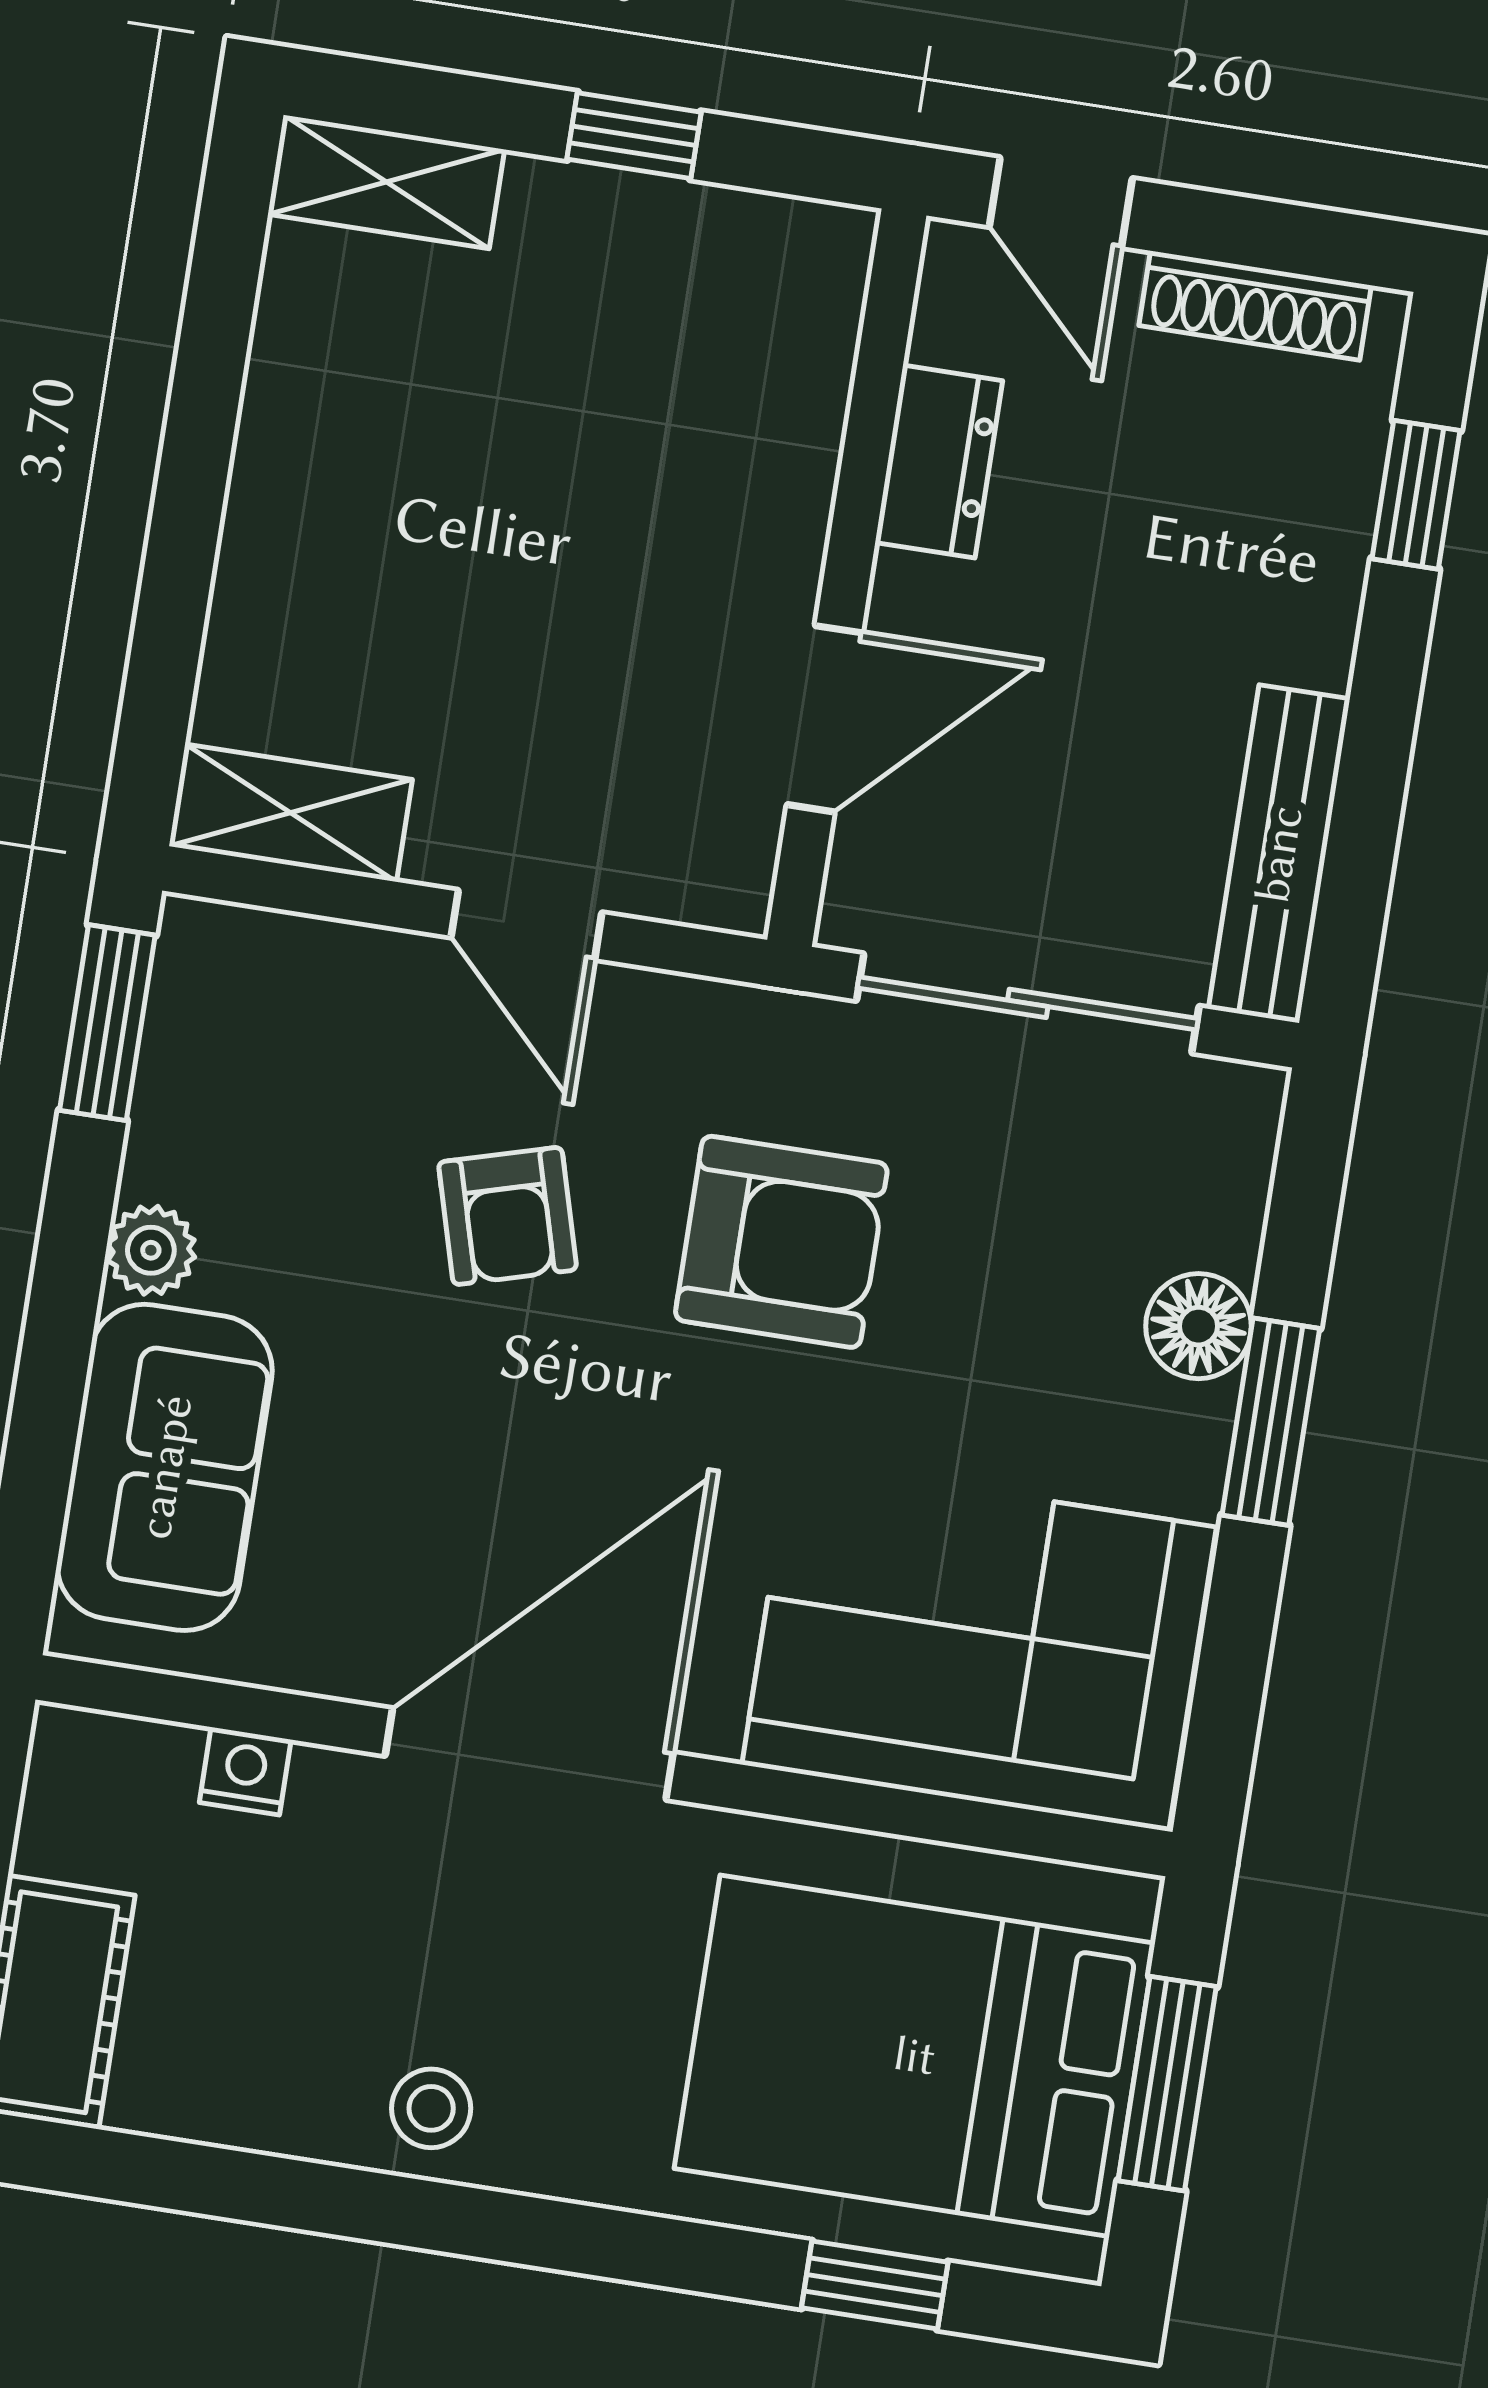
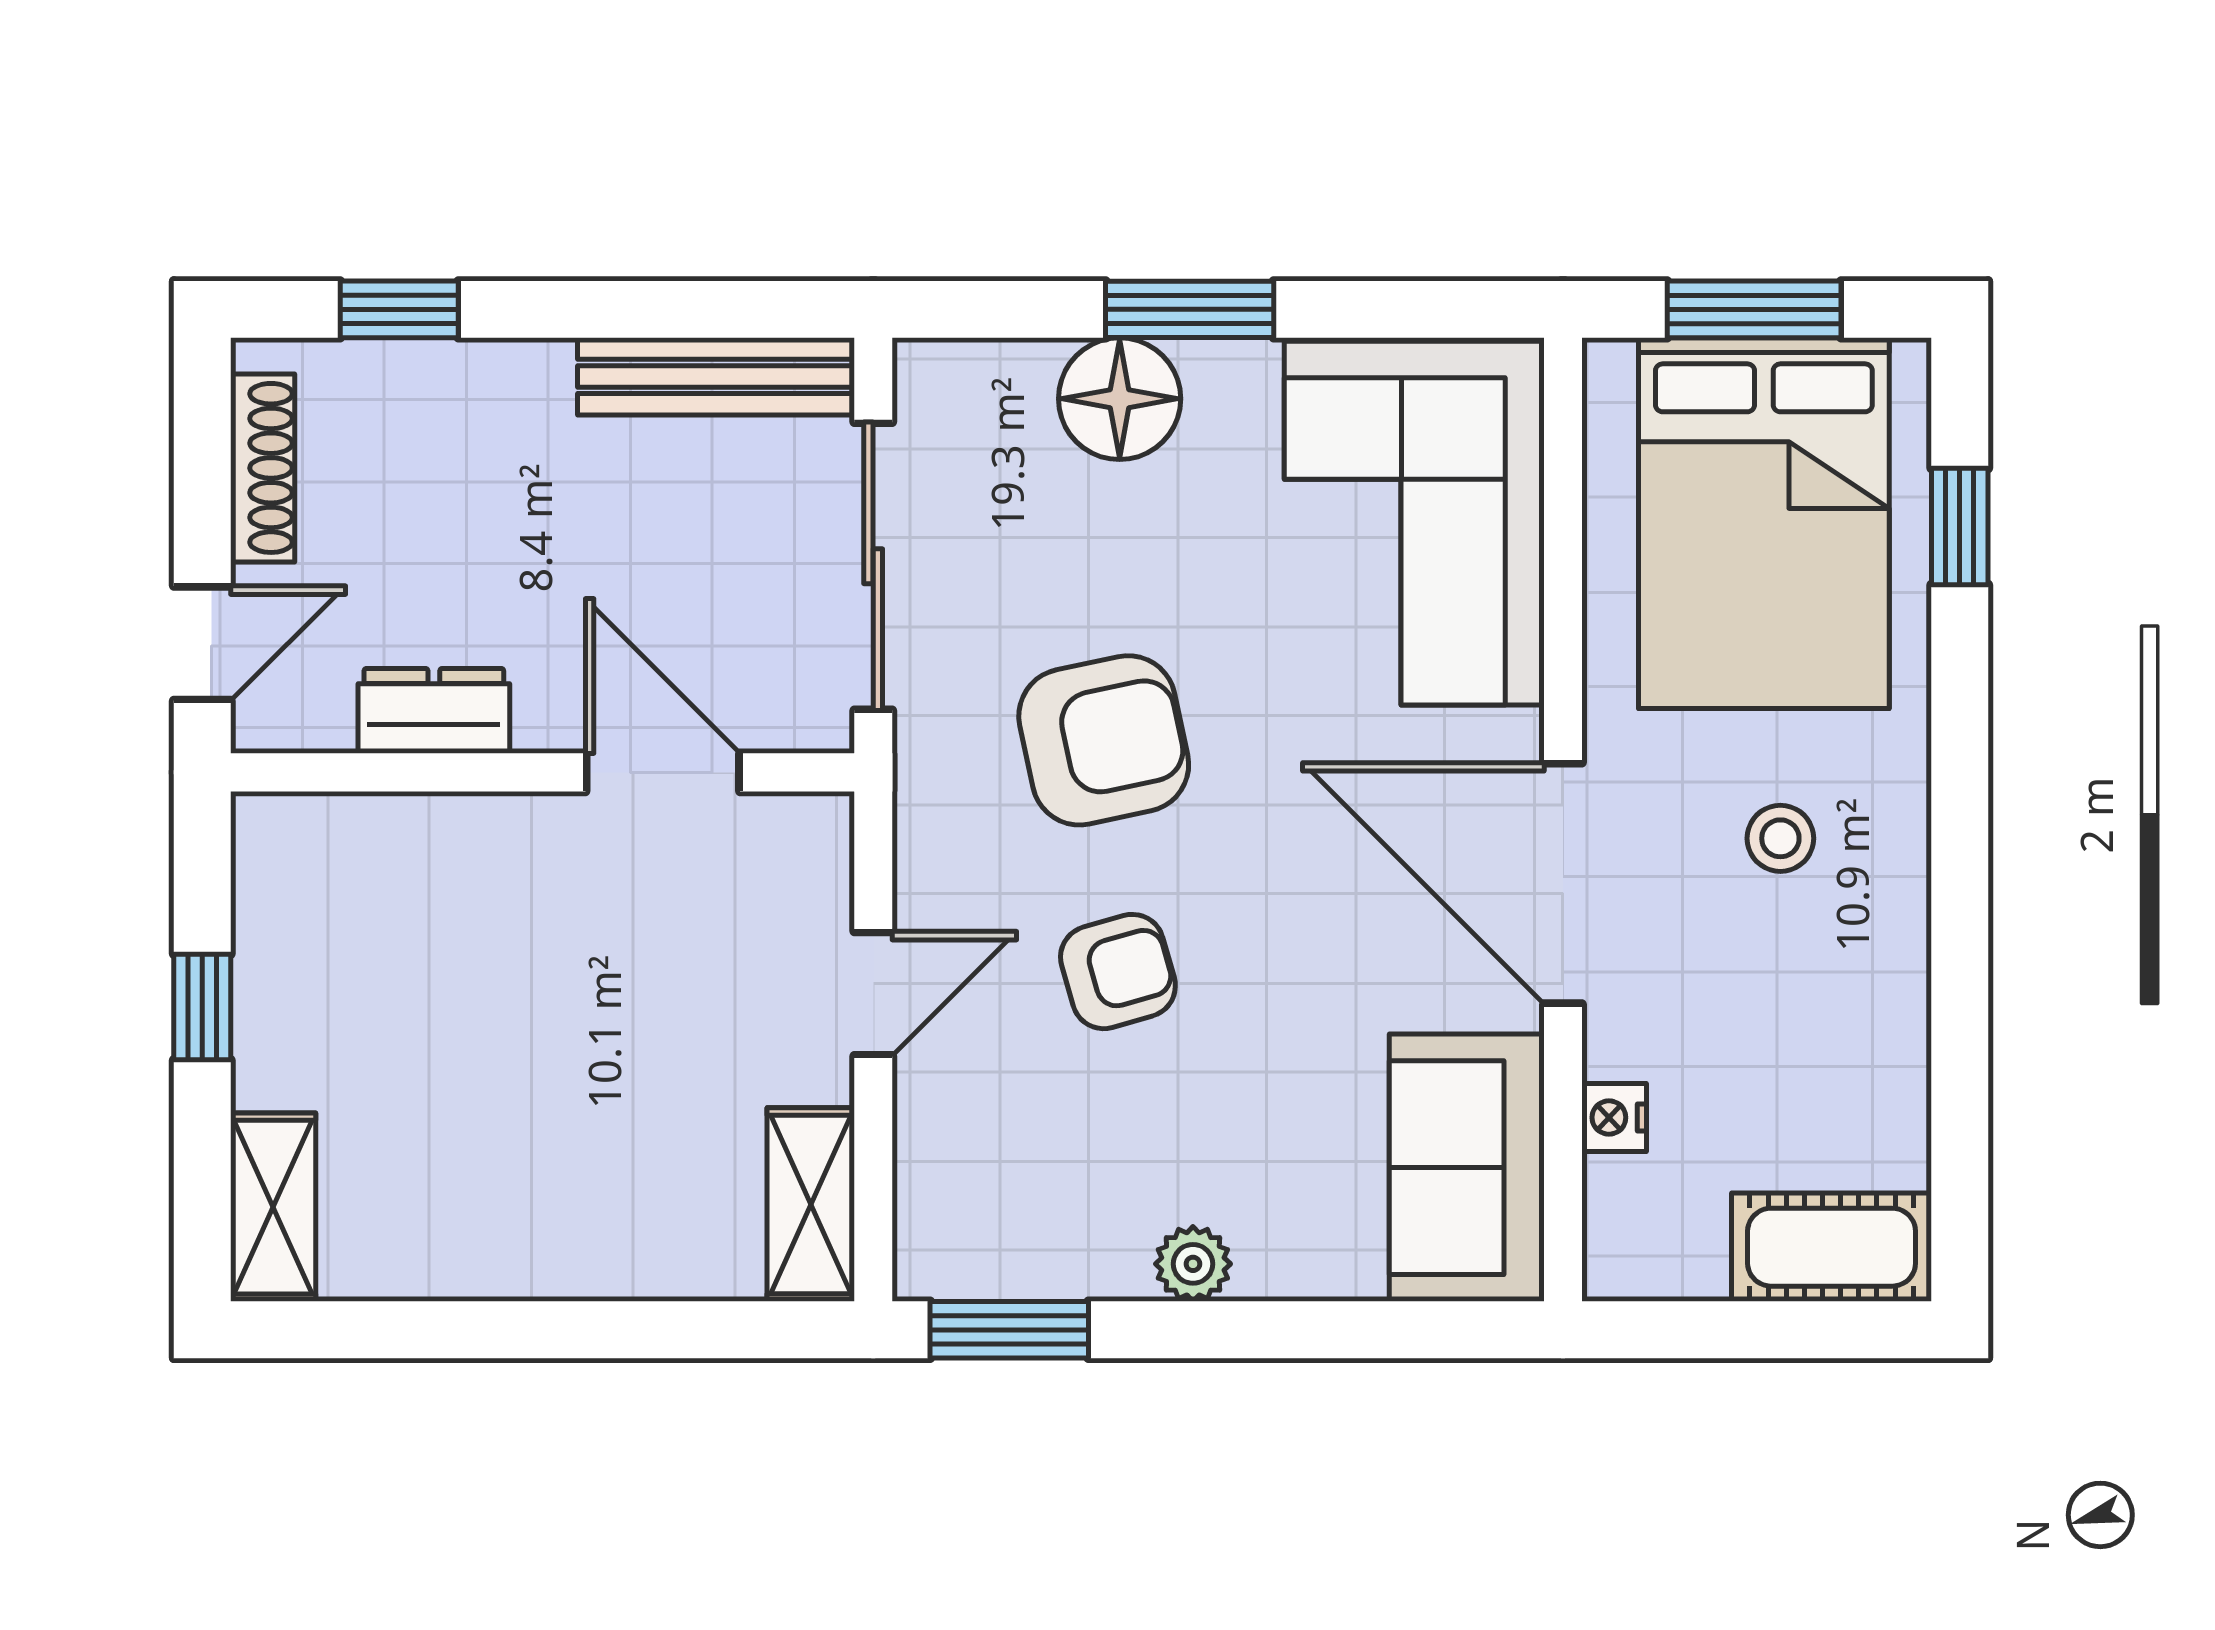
armchair: (781, 1242) -> (1104, 740), turned 78
floor lamp: (1198, 1326) -> (1120, 399), width x1.38, depth x1.38
sofa: (165, 1467) -> (1467, 1168), moved, turned -90
stool: (431, 2108) -> (1780, 838), moved

